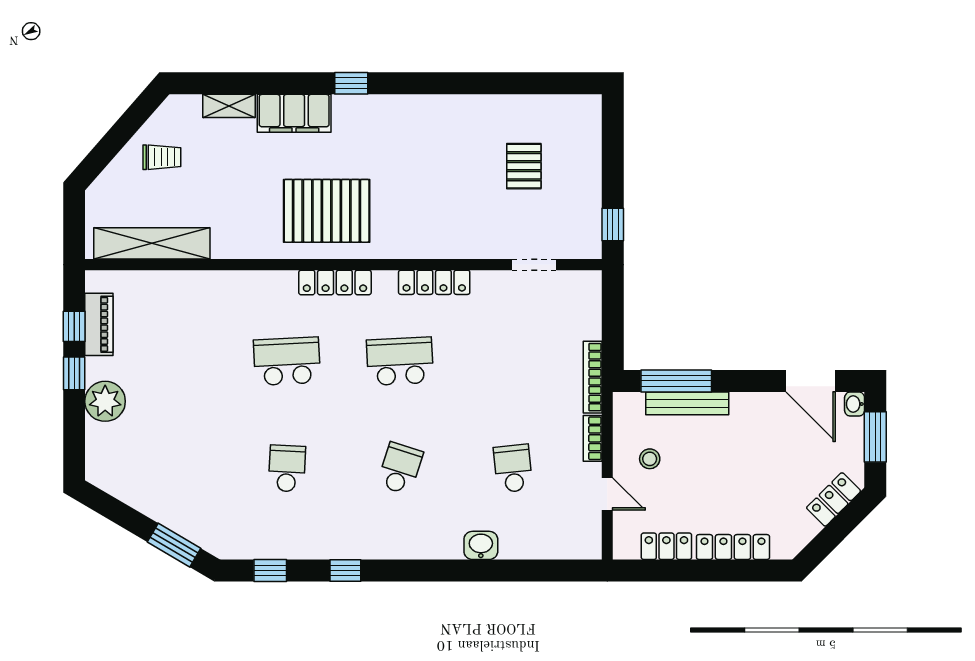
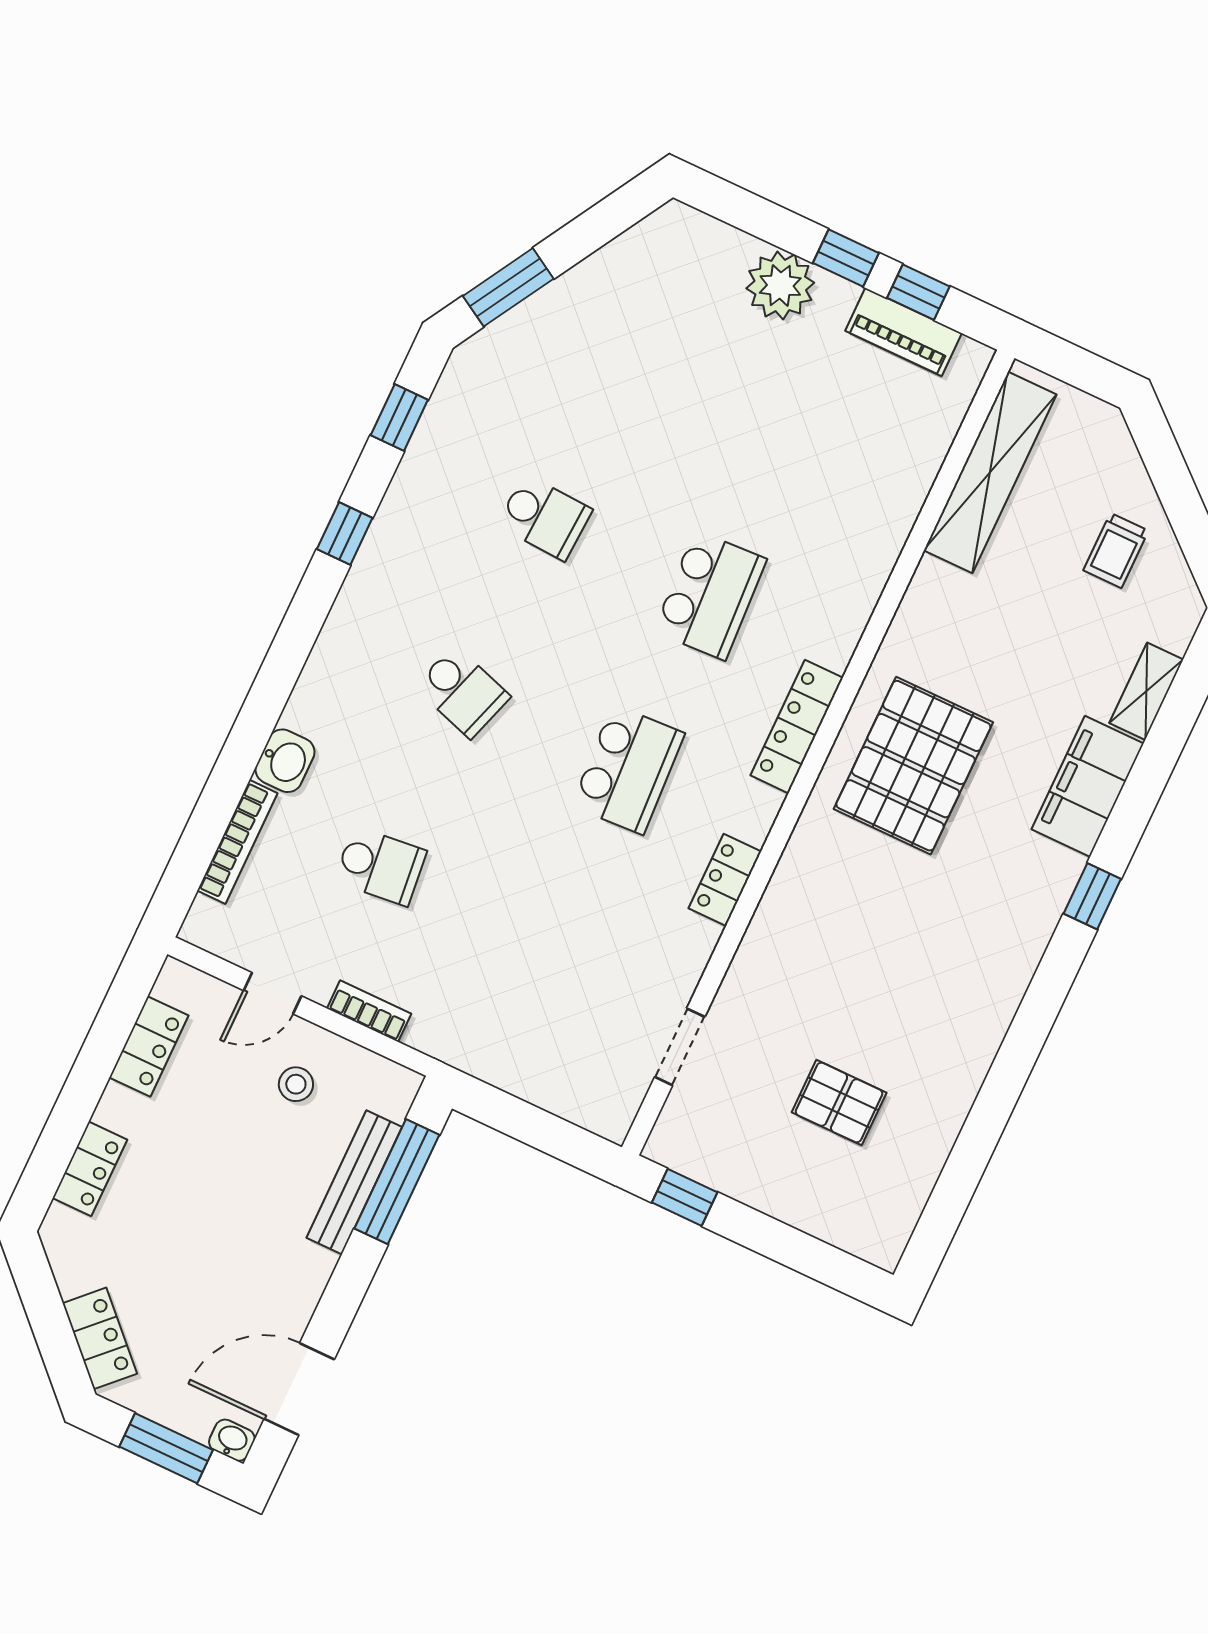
locker: (434, 282) -> (725, 880), width x0.66
bookcase: (593, 377) -> (237, 842), moved, turned 90
locker: (733, 547) -> (90, 1169), width x0.66

